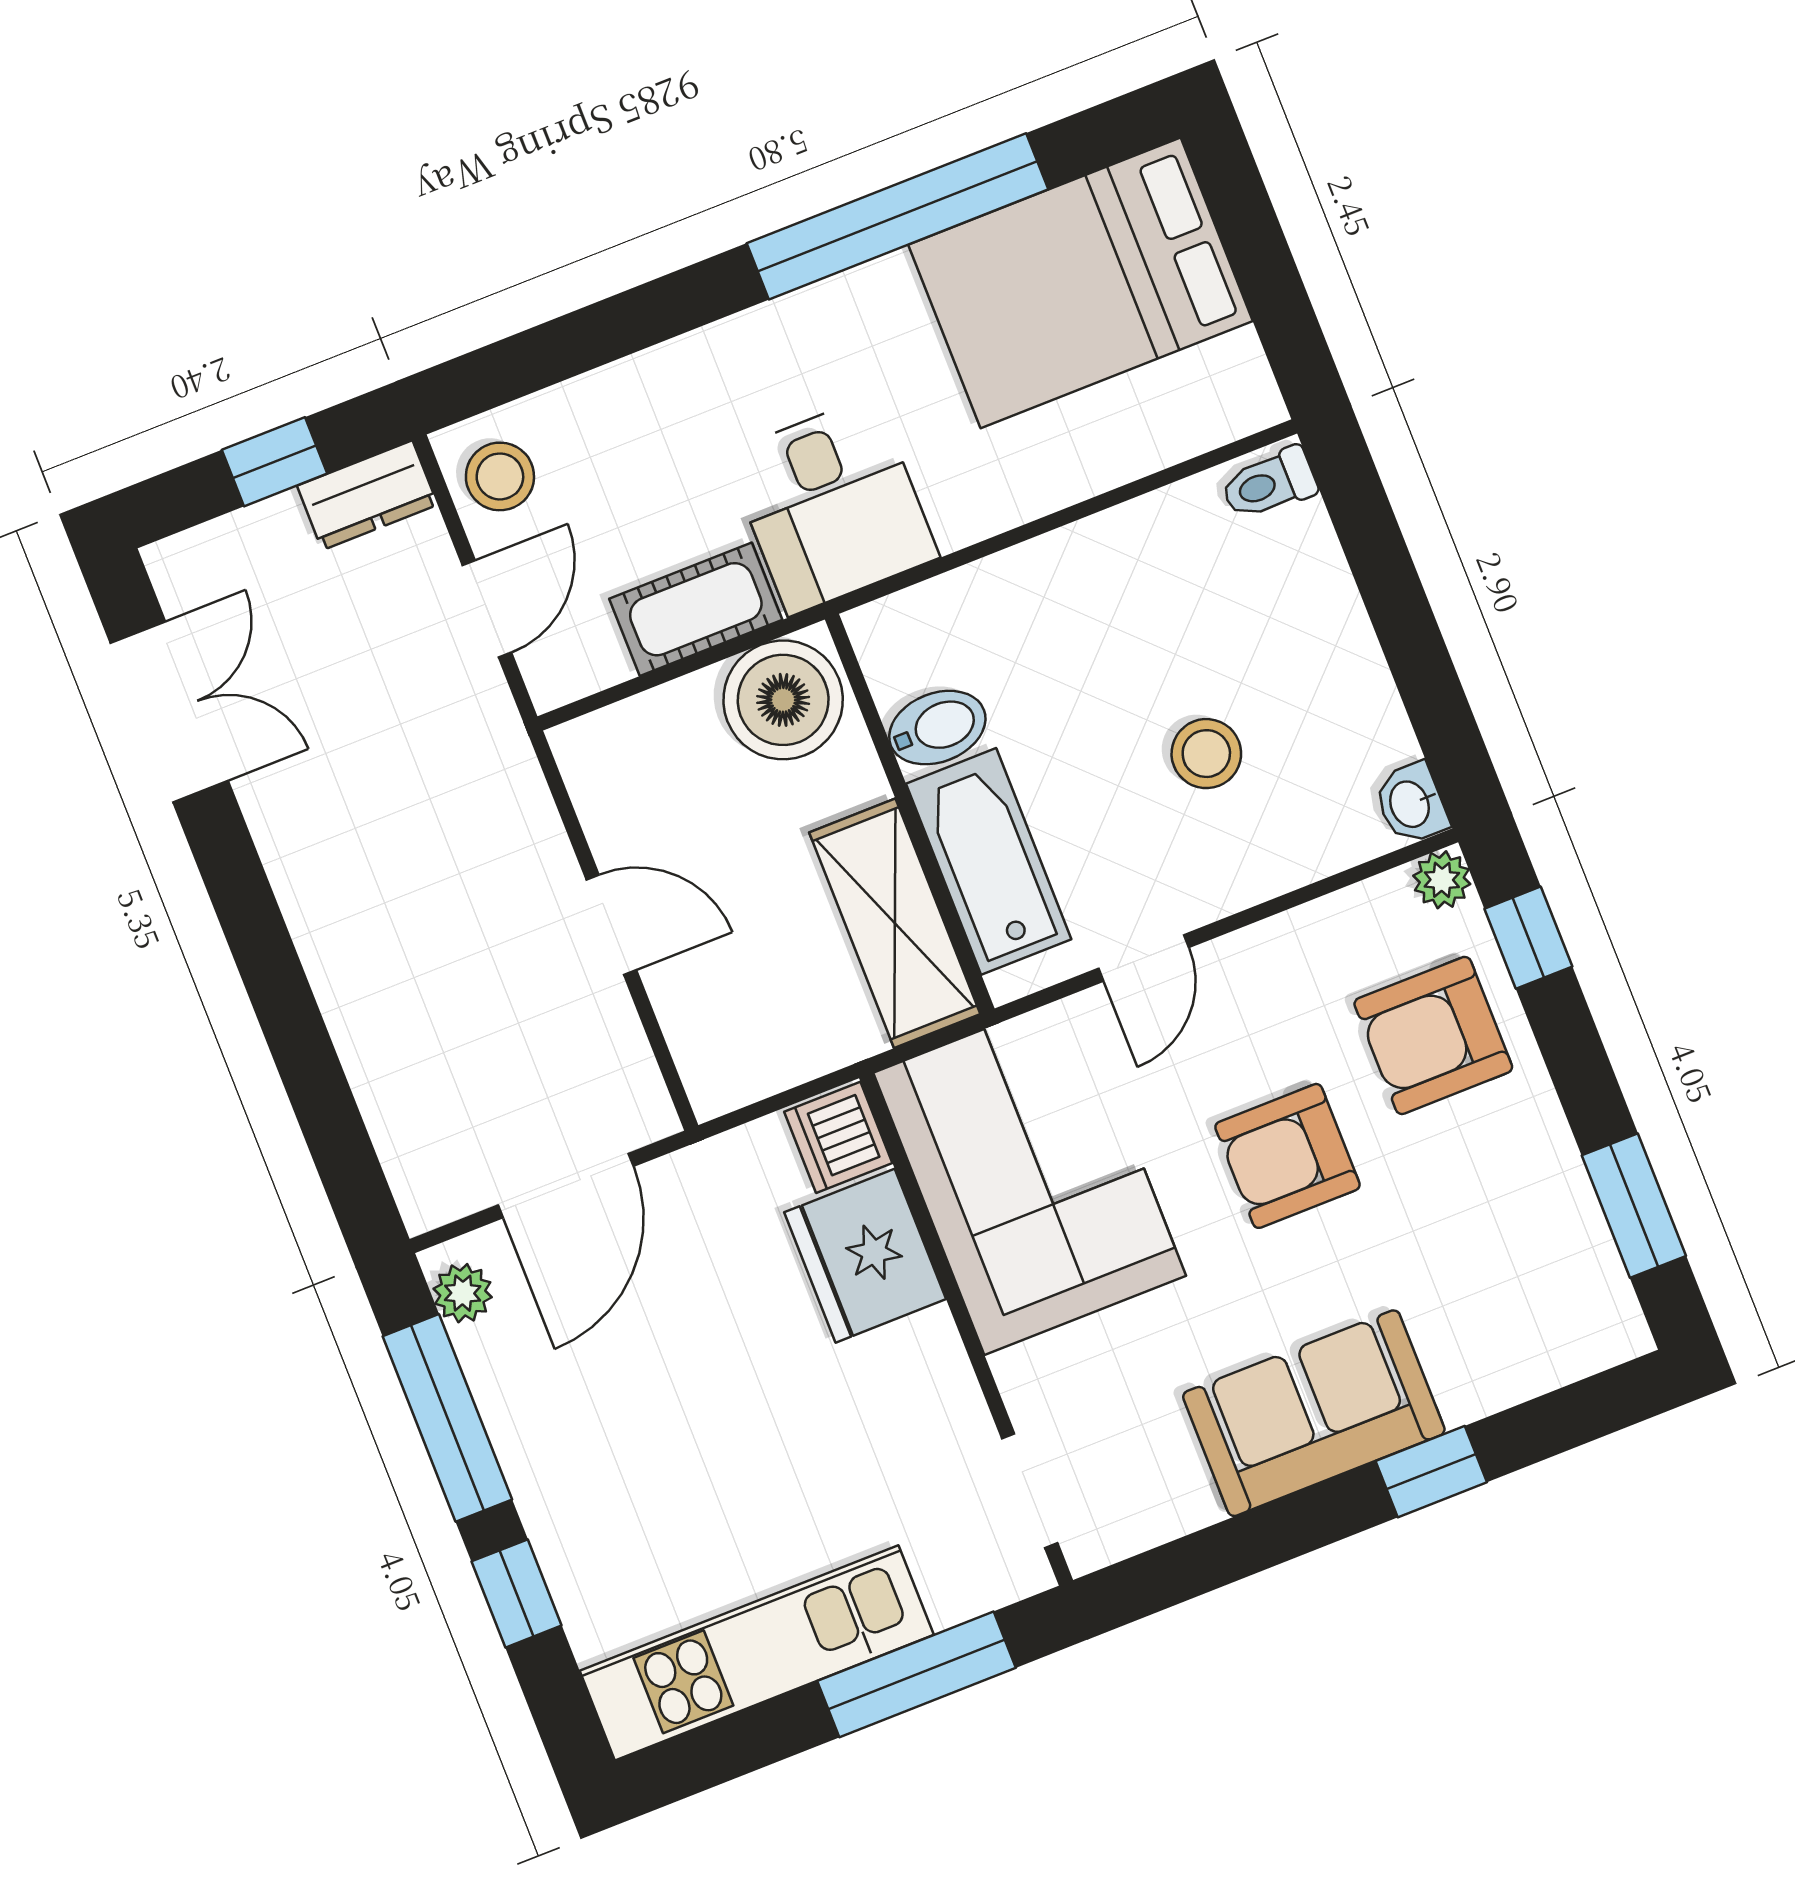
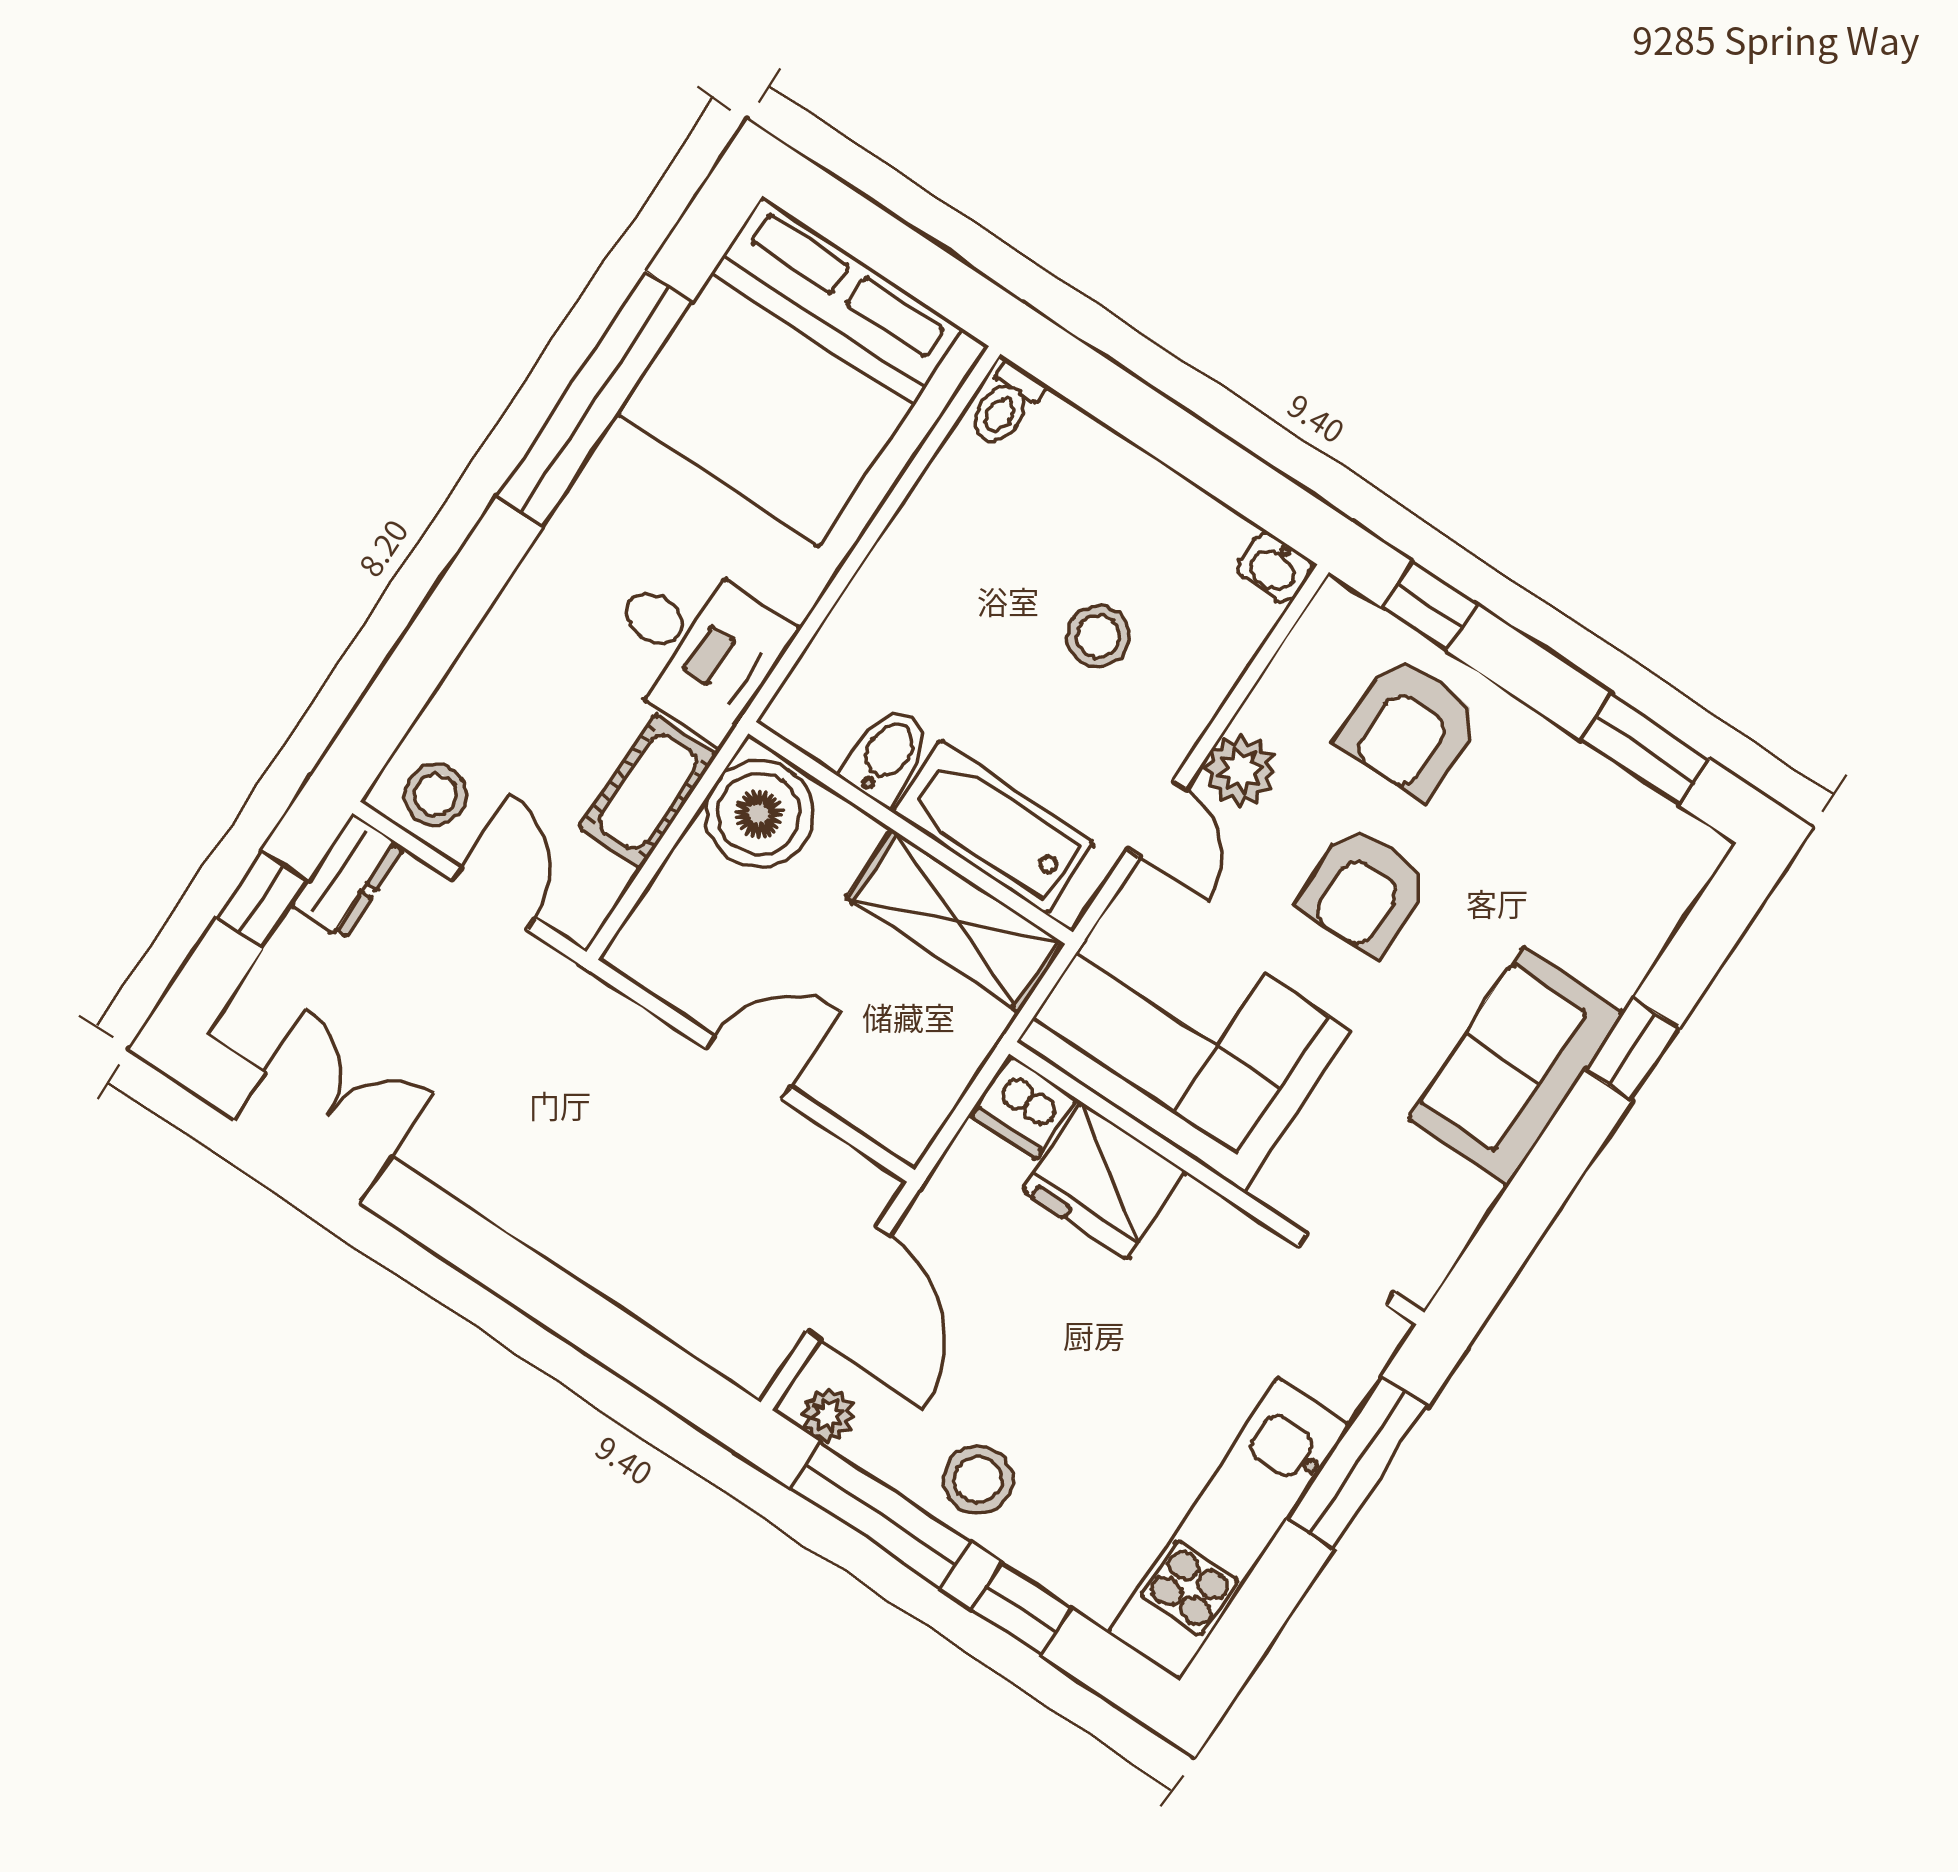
bed: (1081, 283) -> (790, 372), width x1.36
plant: (1442, 880) -> (1240, 770), moved, width x1.38, depth x1.38
stool: (559, 1448) -> (978, 1480), added

